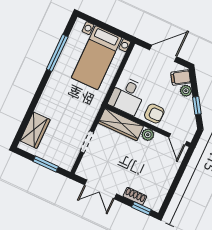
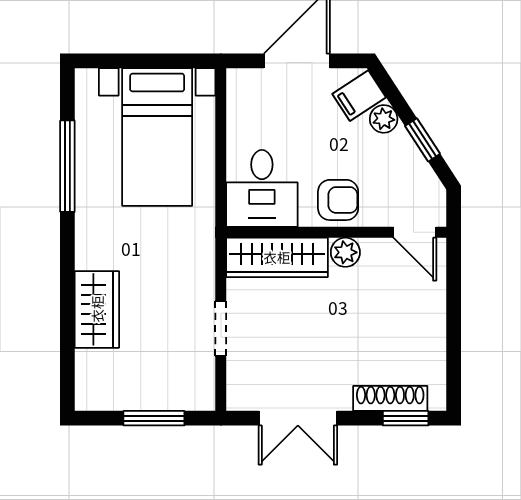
wardrobe: (35, 130) -> (97, 309), moved
shoe rack: (135, 196) -> (390, 398), width x1.43

